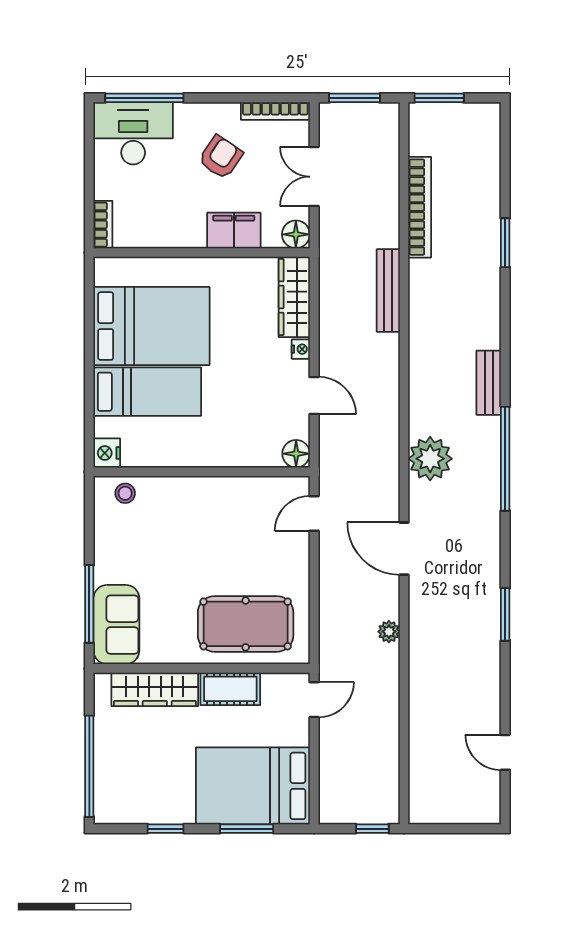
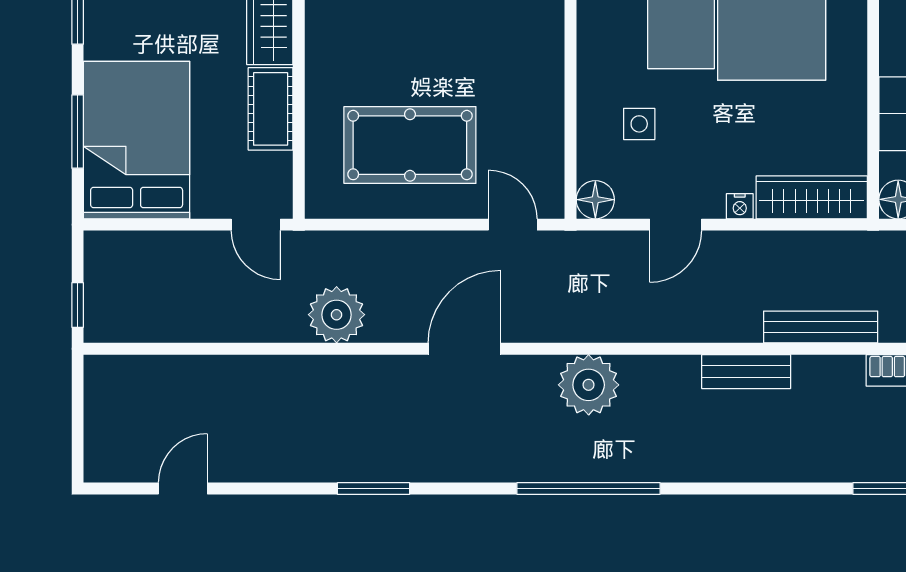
bench: (489, 383) -> (746, 372), moved
side table: (241, 422) -> (639, 124), added
pool table: (246, 624) -> (410, 145), moved, turned 90
plant: (389, 632) -> (337, 315), width x1.87, depth x1.87

